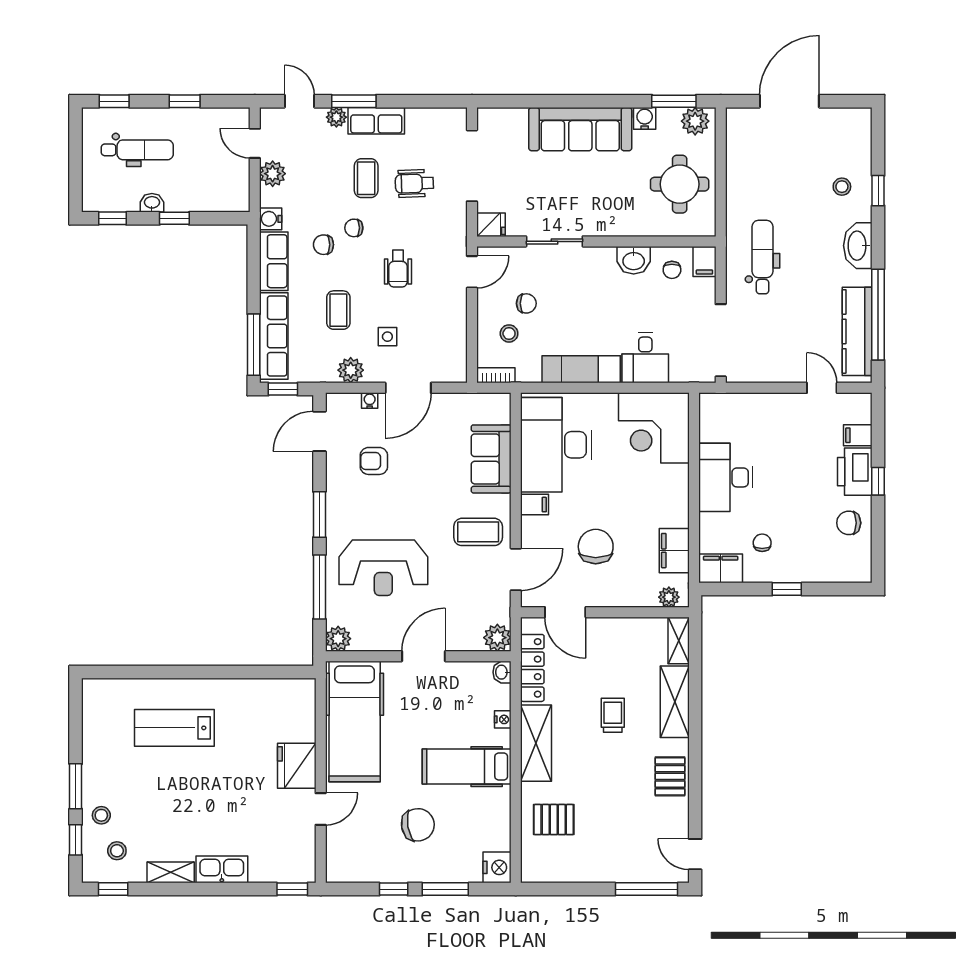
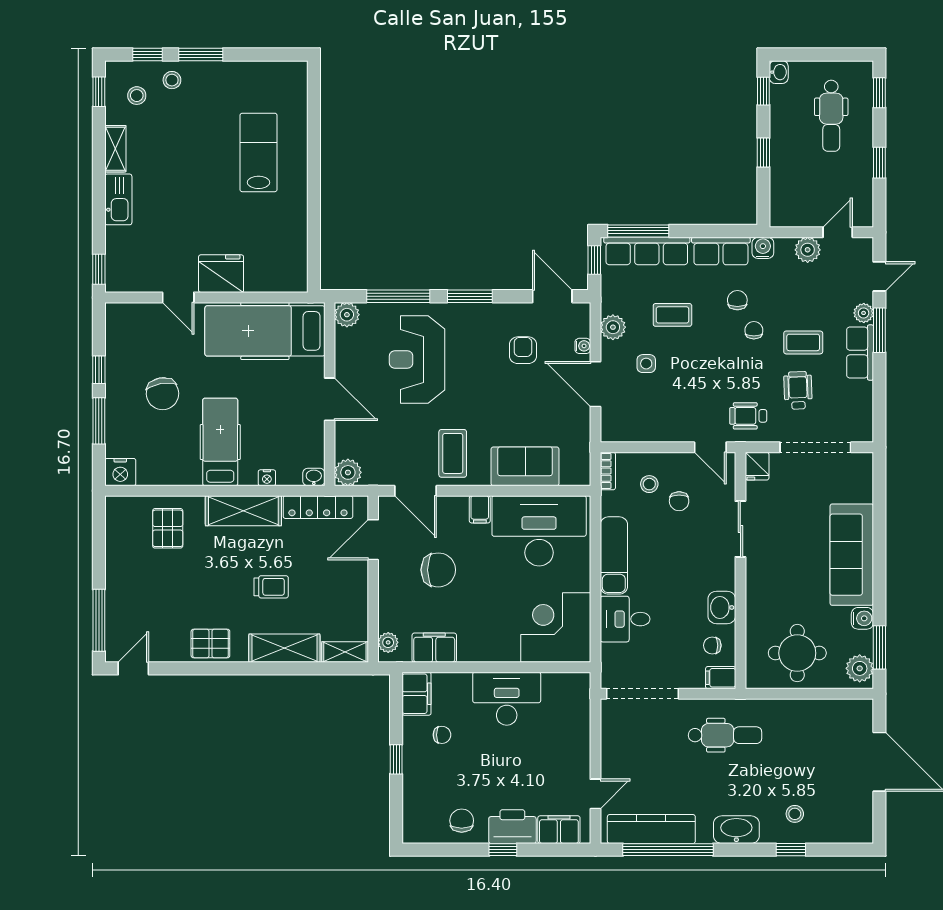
washbasin: (152, 203) -> (779, 72), moved
wheelchair: (398, 269) -> (748, 416), moved
filing cabinet: (858, 435) -> (559, 830), width x2.00

